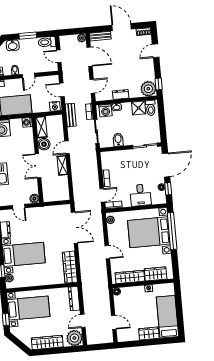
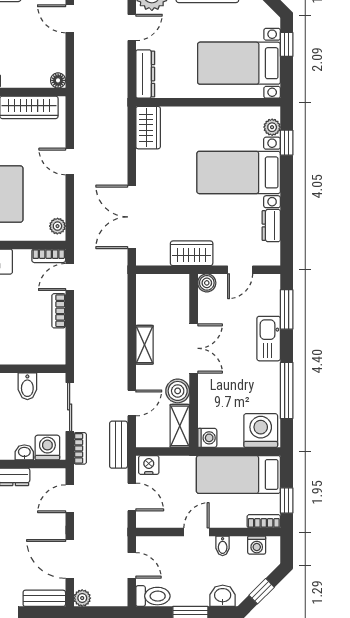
door: (67, 147) -> (132, 403), moved
door: (19, 207) -> (240, 270), swing flipped
wardrobe: (43, 212) -> (192, 253), added
wardrobe: (70, 267) -> (148, 128), width x0.67

